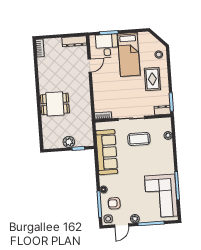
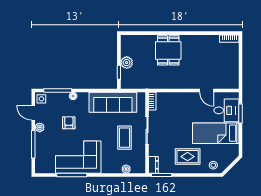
dresser: (74, 41) -> (234, 76), removed
corner sofa: (161, 196) -> (78, 157), moved
armchair: (114, 203) -> (69, 123), moved

